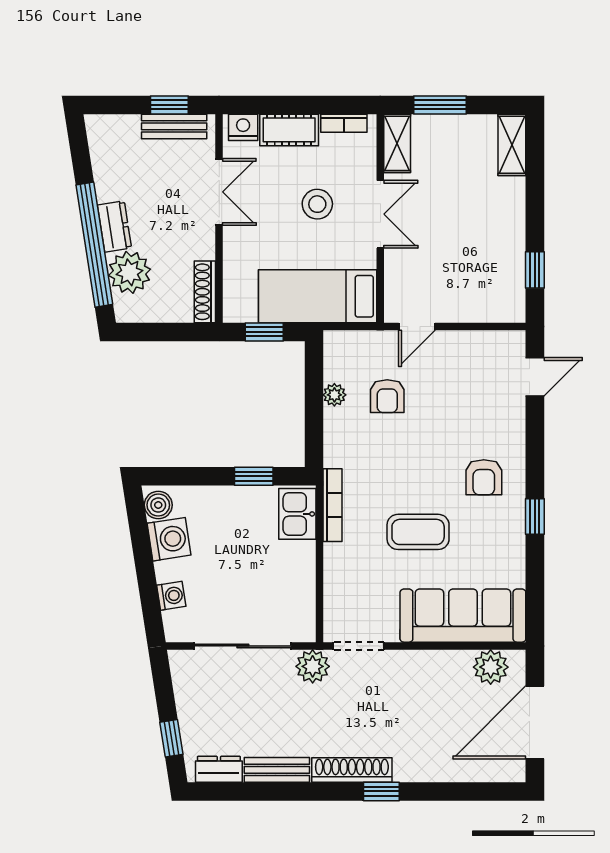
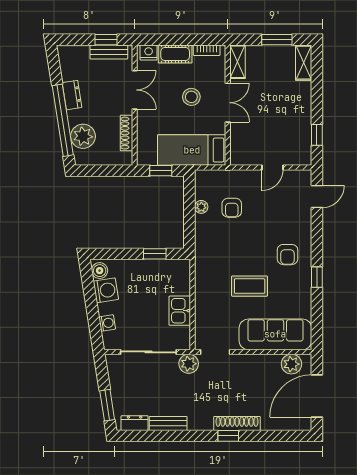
window: (440, 105) -> (277, 40), moved
dresser: (114, 226) -> (72, 95), moved
shoe rack: (205, 292) -> (126, 133), moved
door: (417, 326) -> (272, 167), moved
bookcase: (332, 505) -> (200, 271), removed
kitchen sink: (297, 514) -> (180, 311), moved
window: (171, 738) -> (107, 405), width x1.50
shoe rack: (352, 770) -> (237, 423), moved

